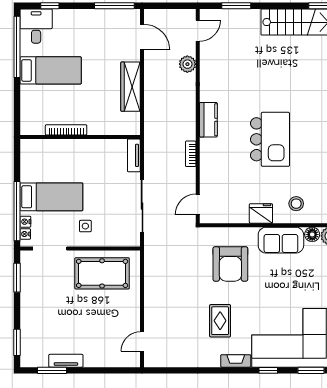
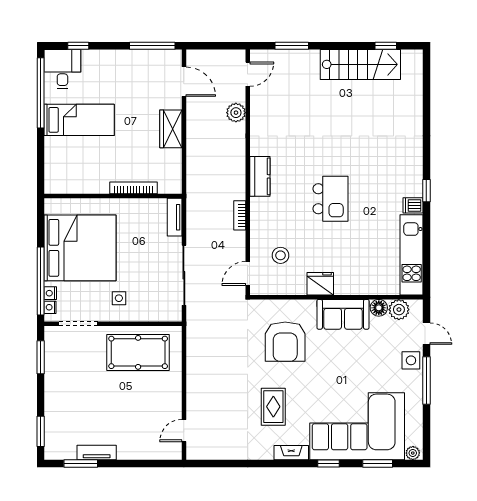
wardrobe: (131, 87) -> (171, 129), width x0.67
bookcase: (66, 130) -> (134, 188), moved
kitchen island: (270, 139) -> (331, 199), width x0.73, depth x0.78
bed: (51, 197) -> (80, 248), width x2.04
stool: (296, 204) -> (281, 255), moved

